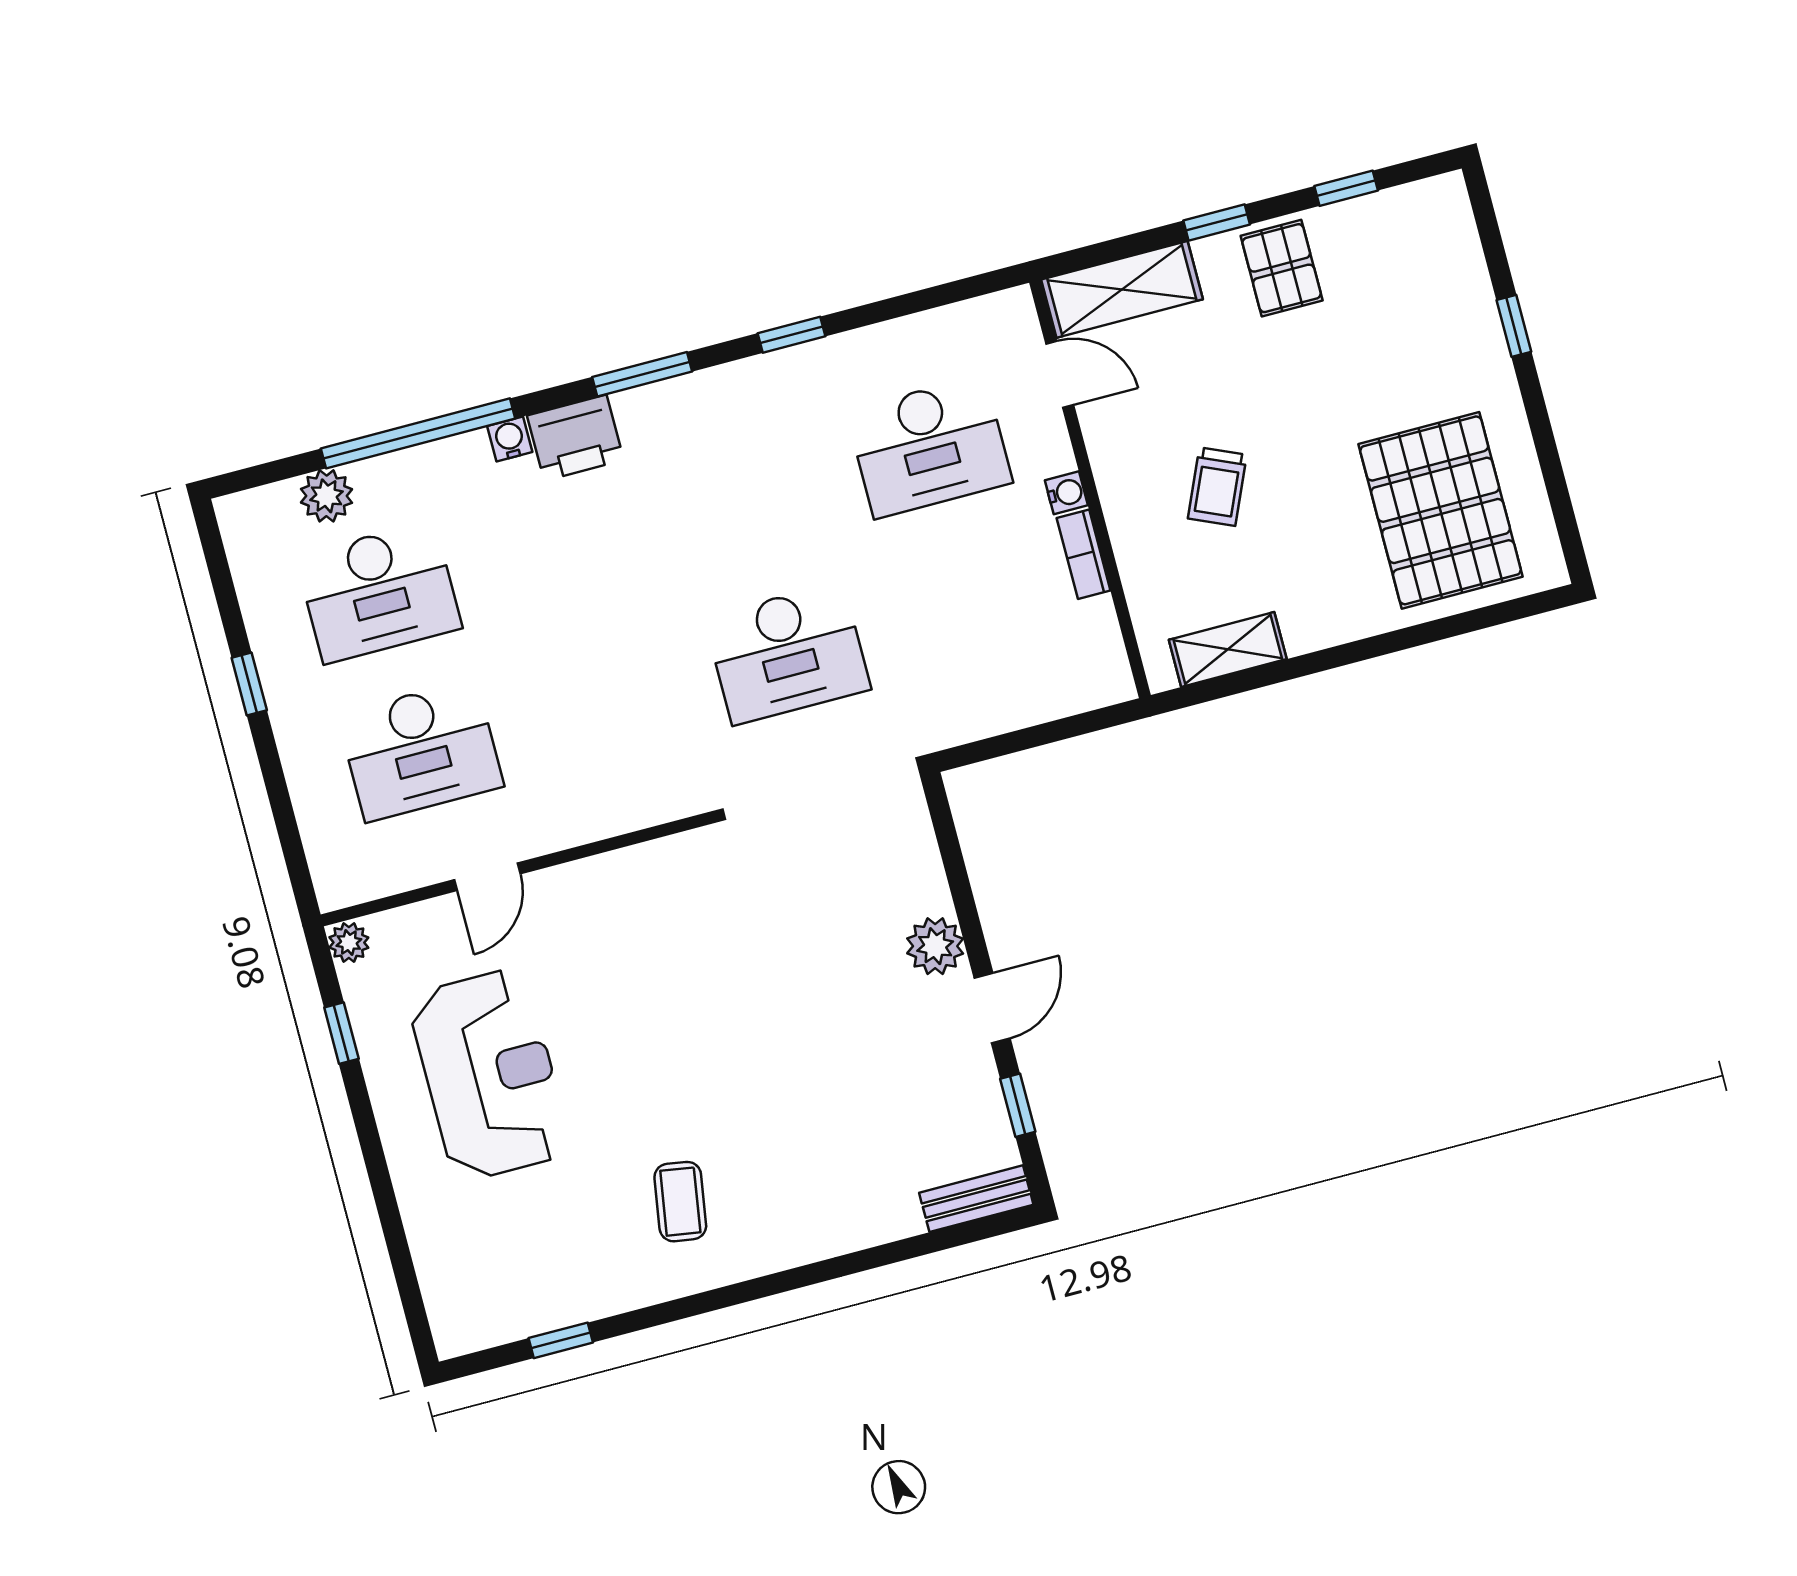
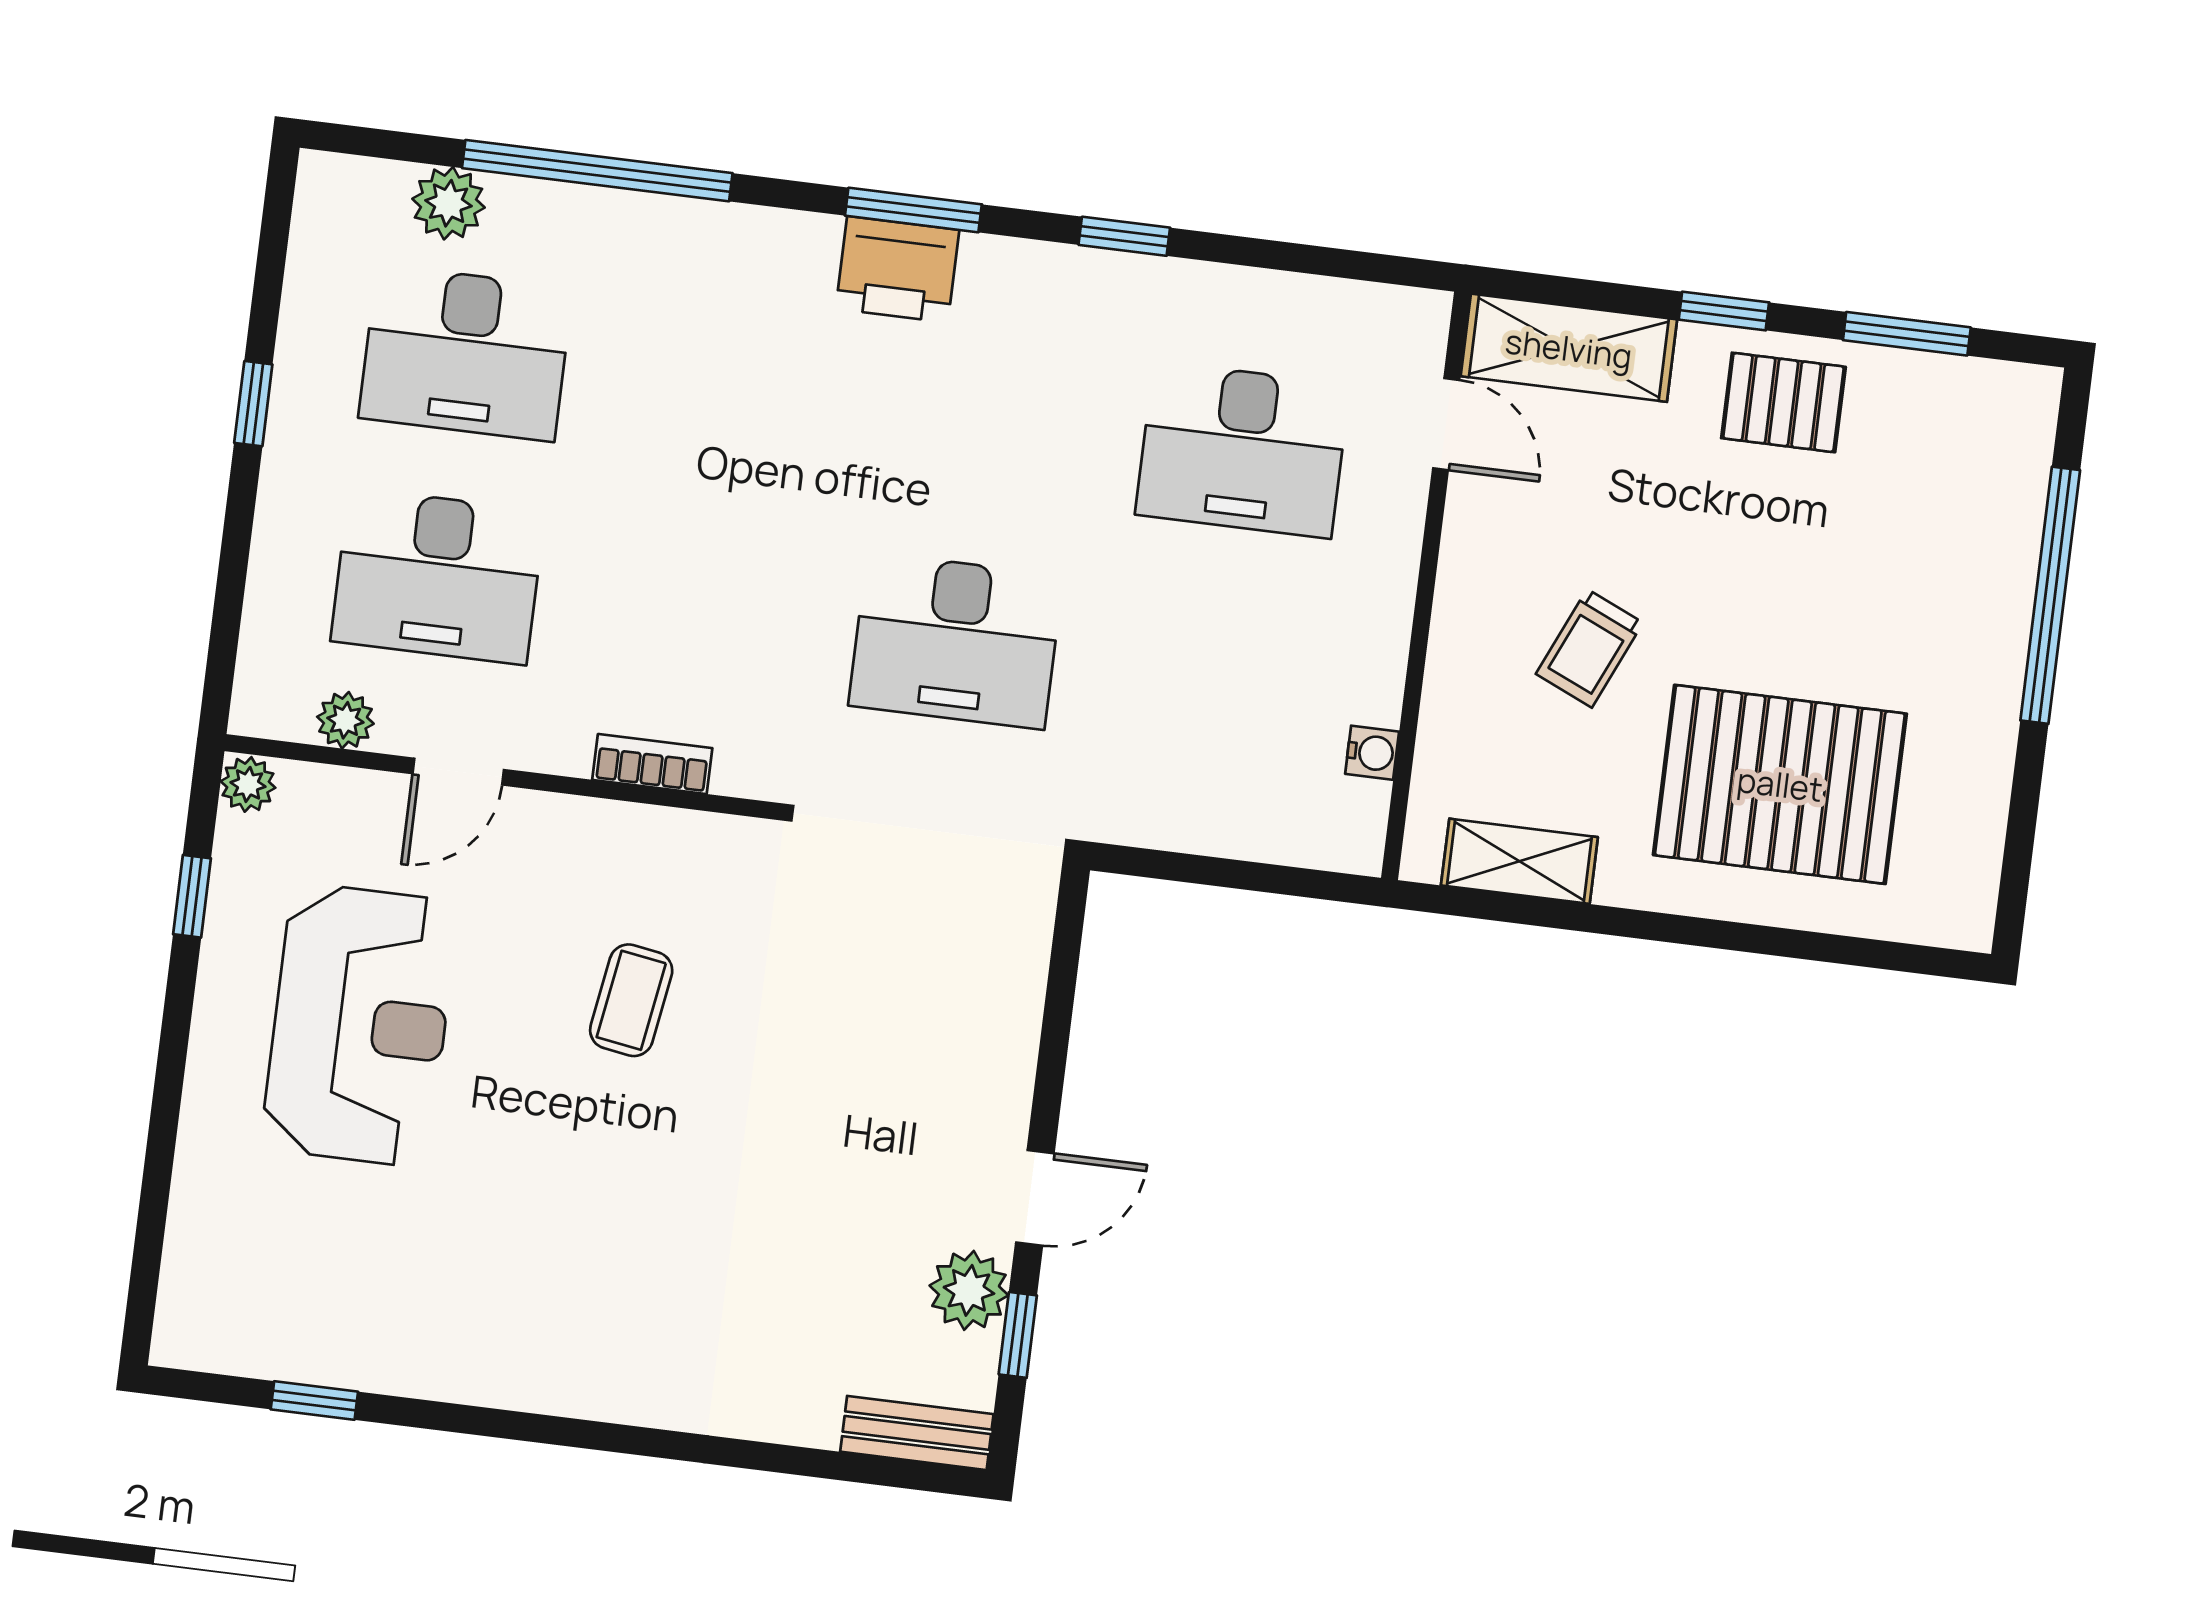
window: (1346, 188) -> (1907, 334), width x1.50
pallet: (1282, 268) -> (1783, 402), turned 90
window: (1514, 326) -> (2050, 595), width x3.17
printer: (575, 438) -> (897, 269), moved
water cooler: (510, 439) -> (711, 225), removed
water cooler: (1066, 493) -> (1372, 753), moved
pallet: (1441, 510) -> (1780, 784), moved, turned 90
bookcase: (1084, 554) -> (652, 764), moved, turned 90
plant: (397, 873) -> (345, 720), added
plant: (935, 946) -> (969, 1290), moved
coffee table: (680, 1202) -> (631, 1000), moved

